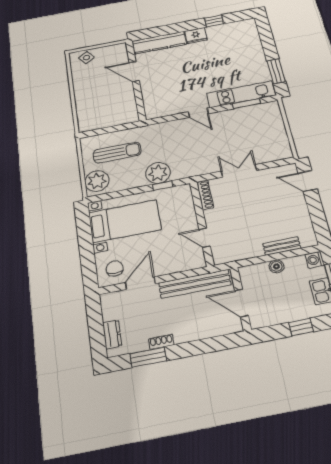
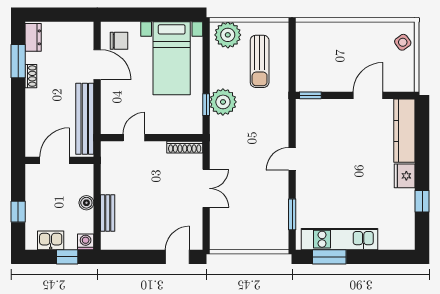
kitchen unit: (241, 94) -> (340, 239), moved, turned -90
window: (141, 110) -> (310, 95), added
dresser: (112, 334) -> (33, 37), moved, turned -90

